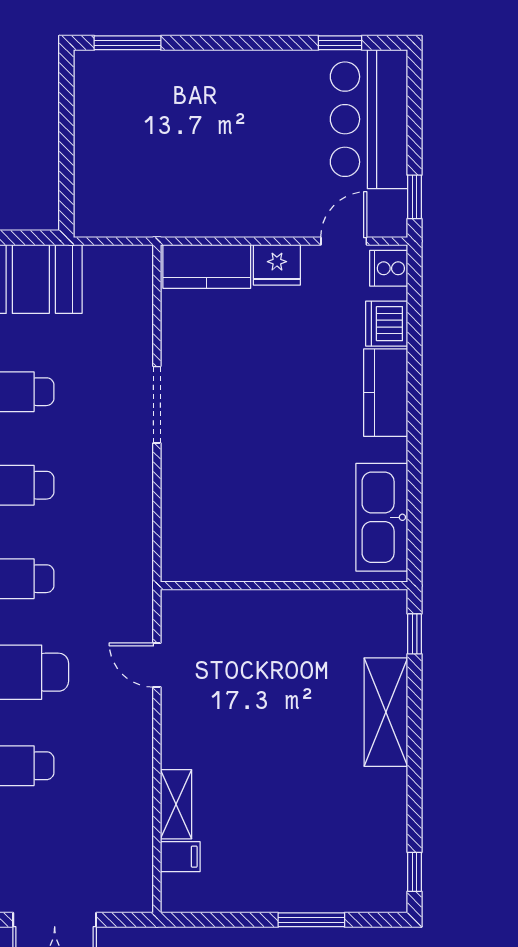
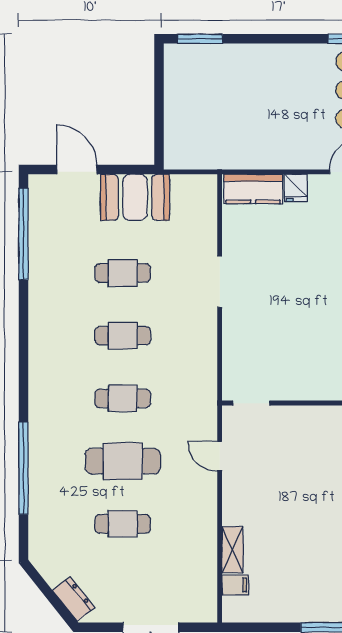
fridge: (277, 265) -> (296, 188), width x0.72
doorway: (204, 586) -> (251, 403), added

